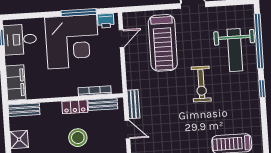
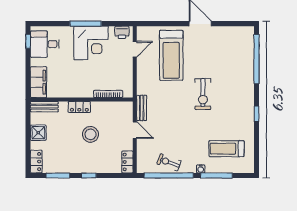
window: (79, 12) -> (86, 24), moved
corner desk: (72, 42) -> (91, 43), width x0.74, depth x0.74
weight bench: (235, 50) -> (235, 66), removed
window: (262, 89) -> (257, 114), moved
bench: (103, 104) -> (114, 106), removed
locker: (75, 107) -> (79, 107), moved

